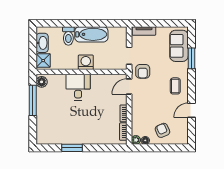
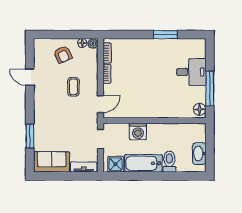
sofa: (179, 46) -> (52, 162), moved, turned -90
shower: (43, 61) -> (116, 164), moved
washing machine: (86, 62) -> (138, 132), moved
armchair: (143, 71) -> (85, 121), removed
coffee table: (175, 86) -> (73, 87), moved
desk: (78, 87) -> (191, 72), moved, turned -90
door: (191, 110) -> (30, 77), swing flipped

